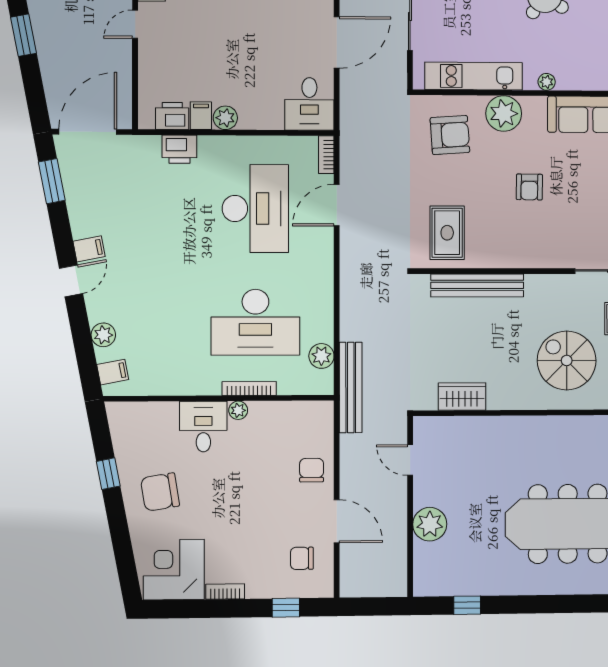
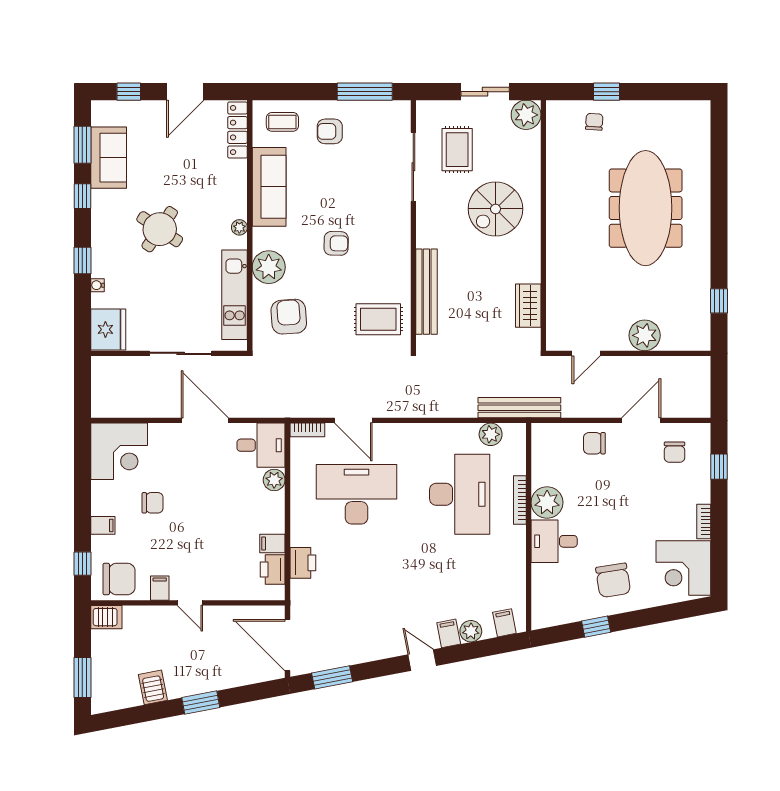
plant: (225, 118) -> (274, 480), moved
filing cabinet: (89, 249) -> (449, 633), moved
plant: (238, 410) -> (547, 502), width x1.87, depth x1.87

